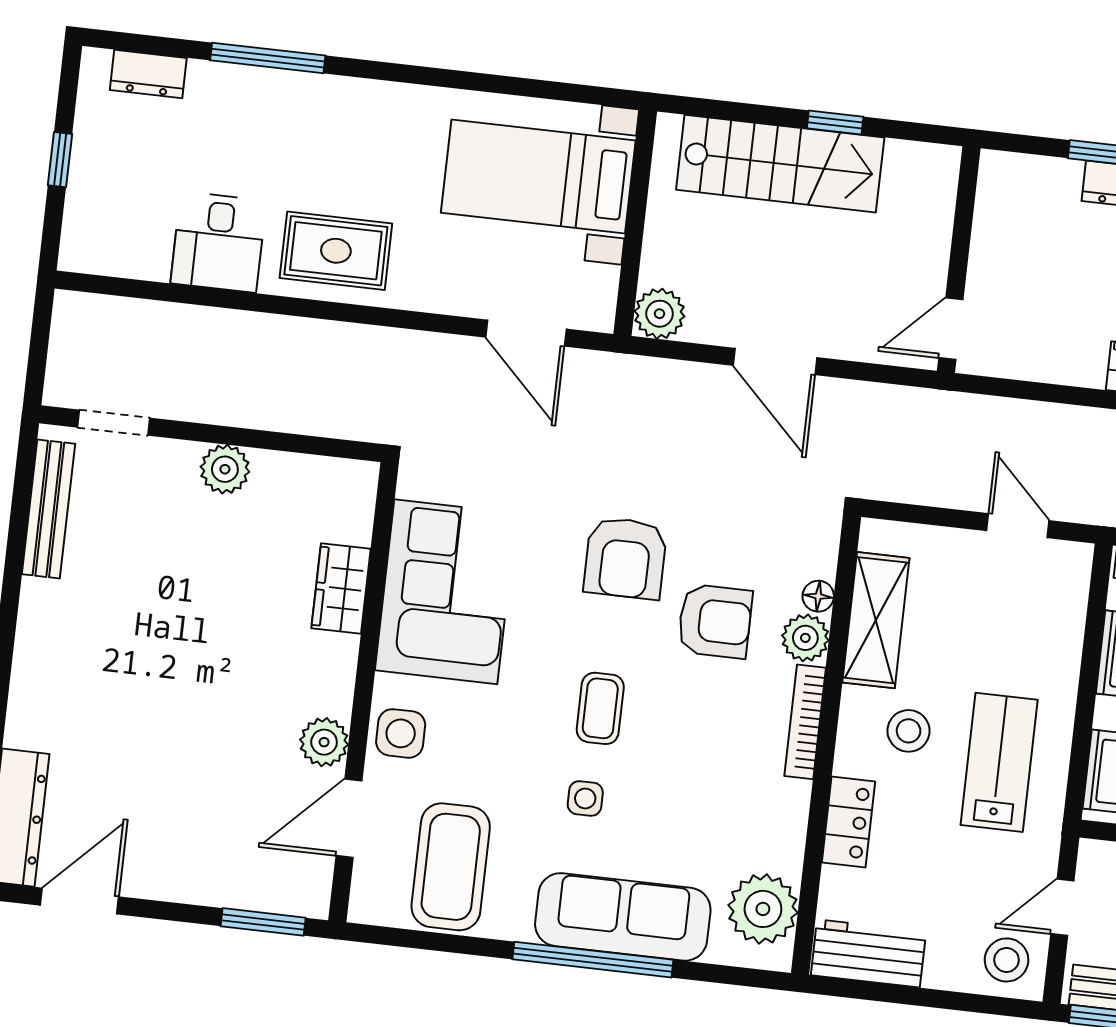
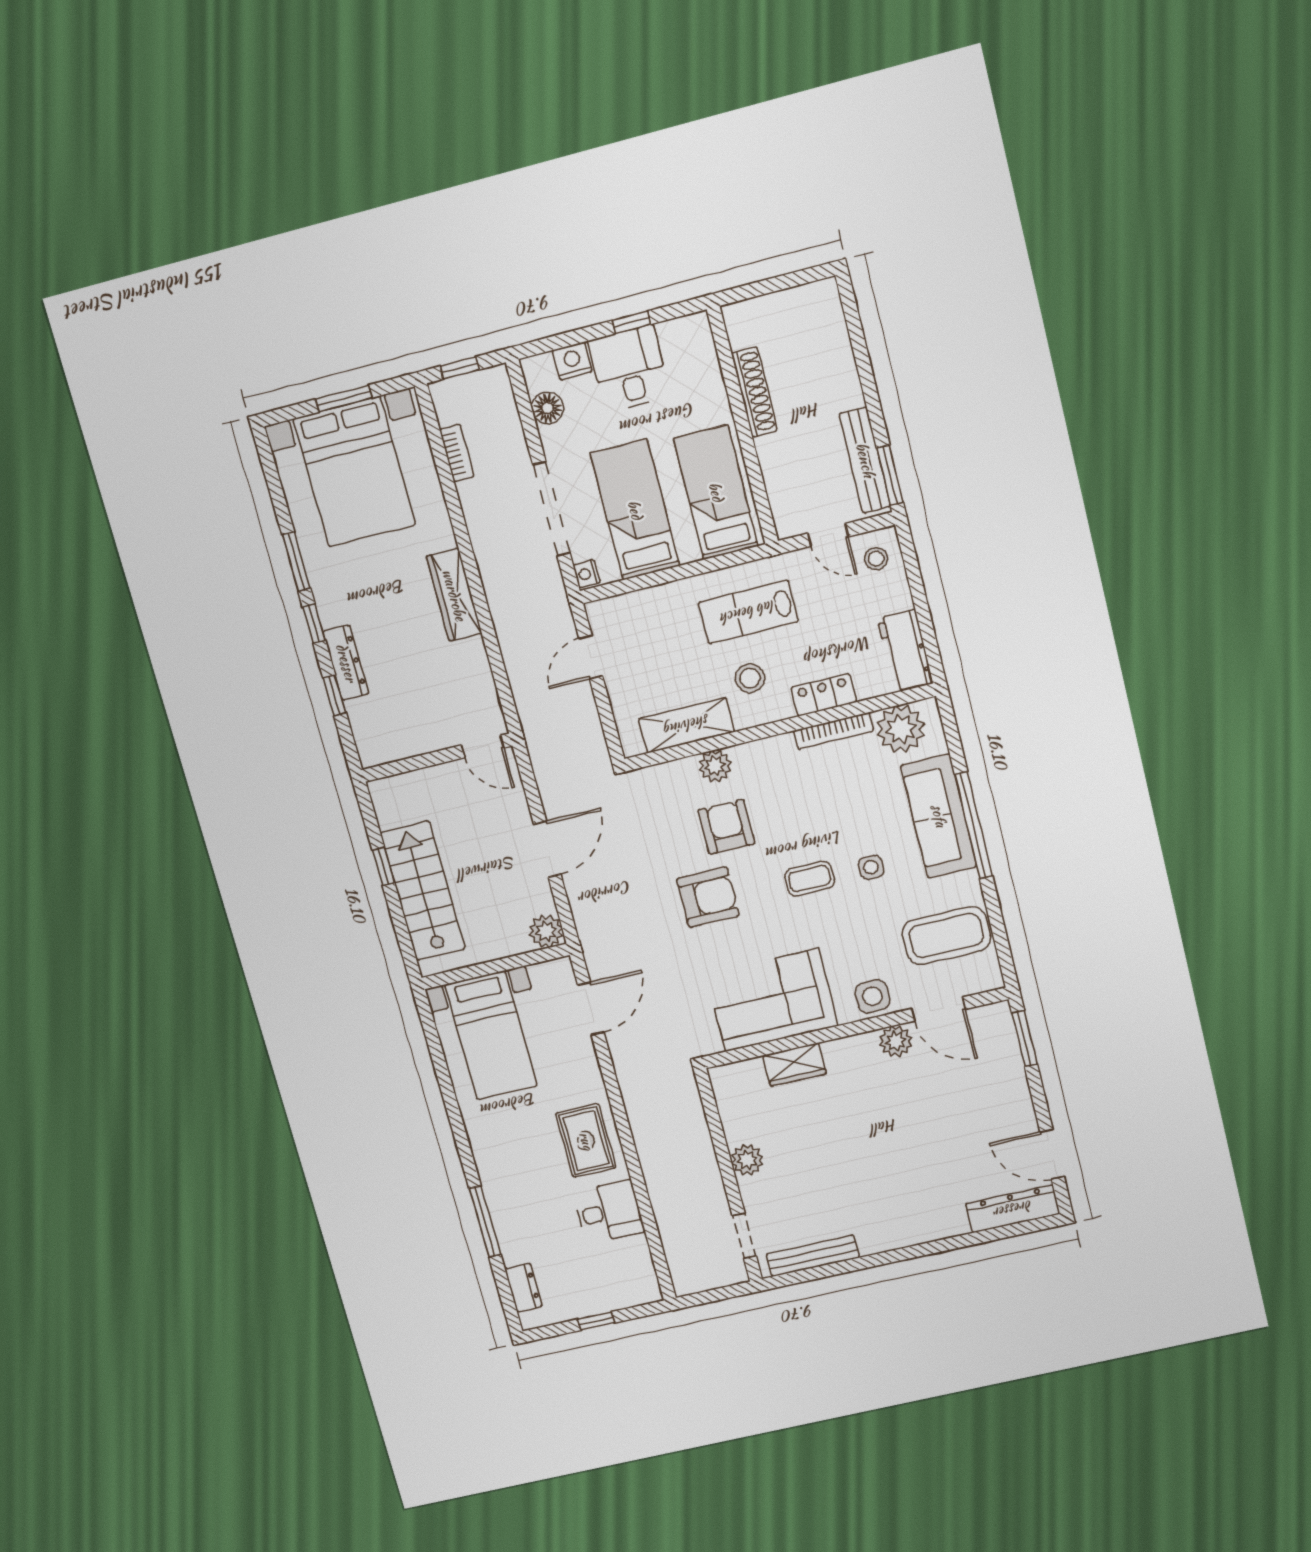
floor lamp: (818, 596) -> (685, 768), removed
bookcase: (805, 722) -> (833, 731), moved
stool: (1007, 960) -> (876, 559), width x0.73, depth x0.73

